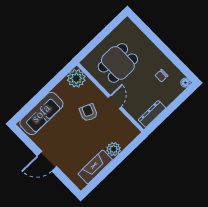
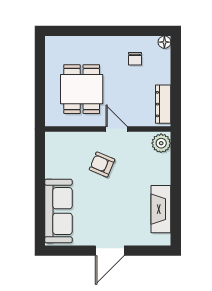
plant: (76, 78) -> (57, 144), removed
plant: (114, 149) -> (161, 143), moved

